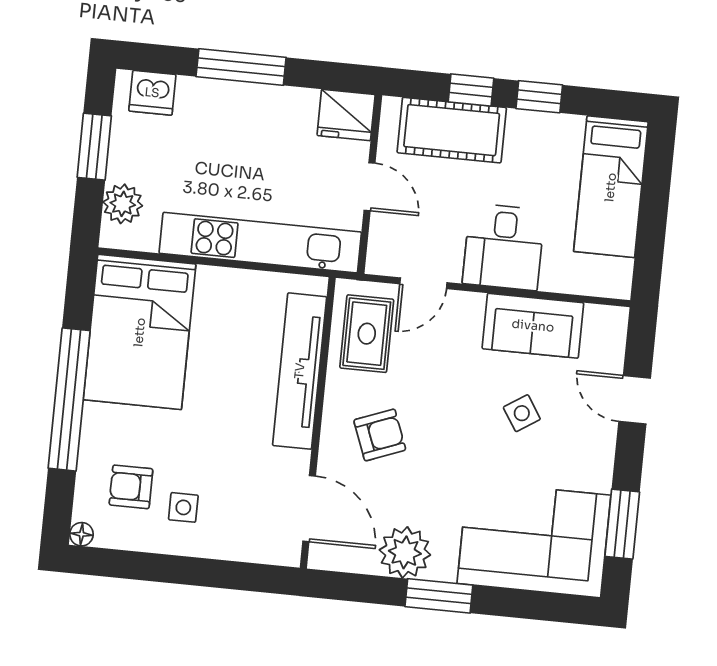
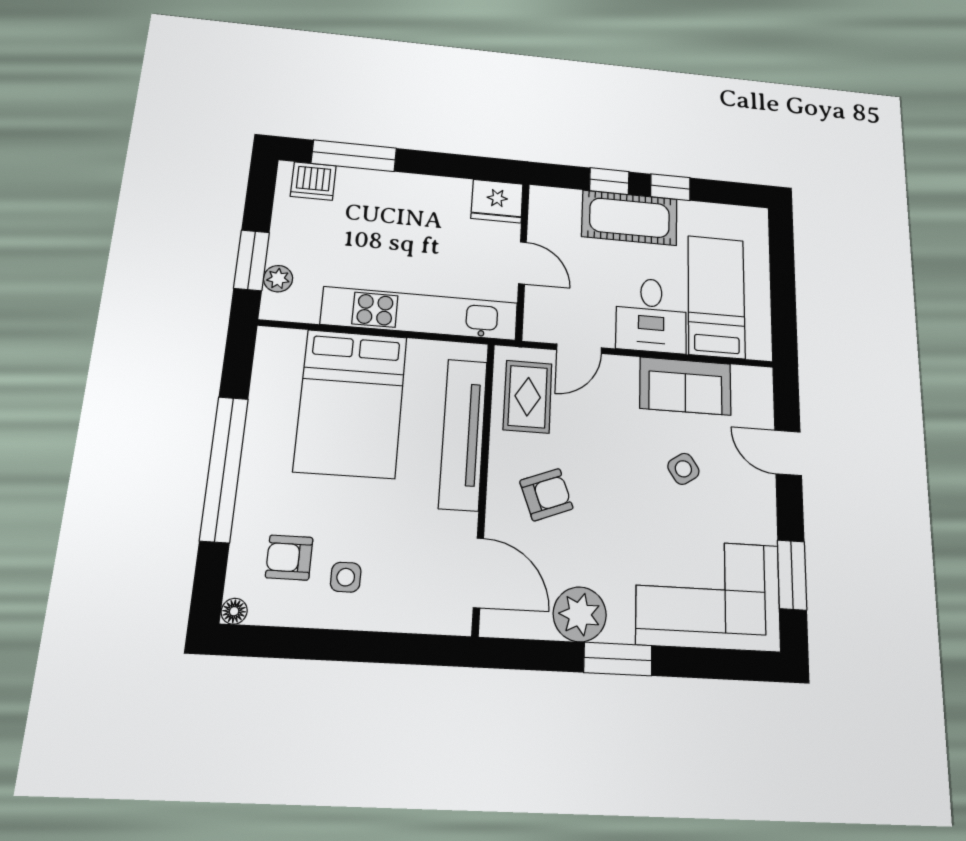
window: (241, 67) -> (354, 156), moved
cot: (452, 130) -> (630, 218), moved
window: (94, 147) -> (252, 260), moved
bed: (611, 187) -> (716, 297), moved, turned 180
plant: (123, 204) -> (278, 279), width x0.73, depth x0.73
bed: (140, 332) -> (351, 403), moved

